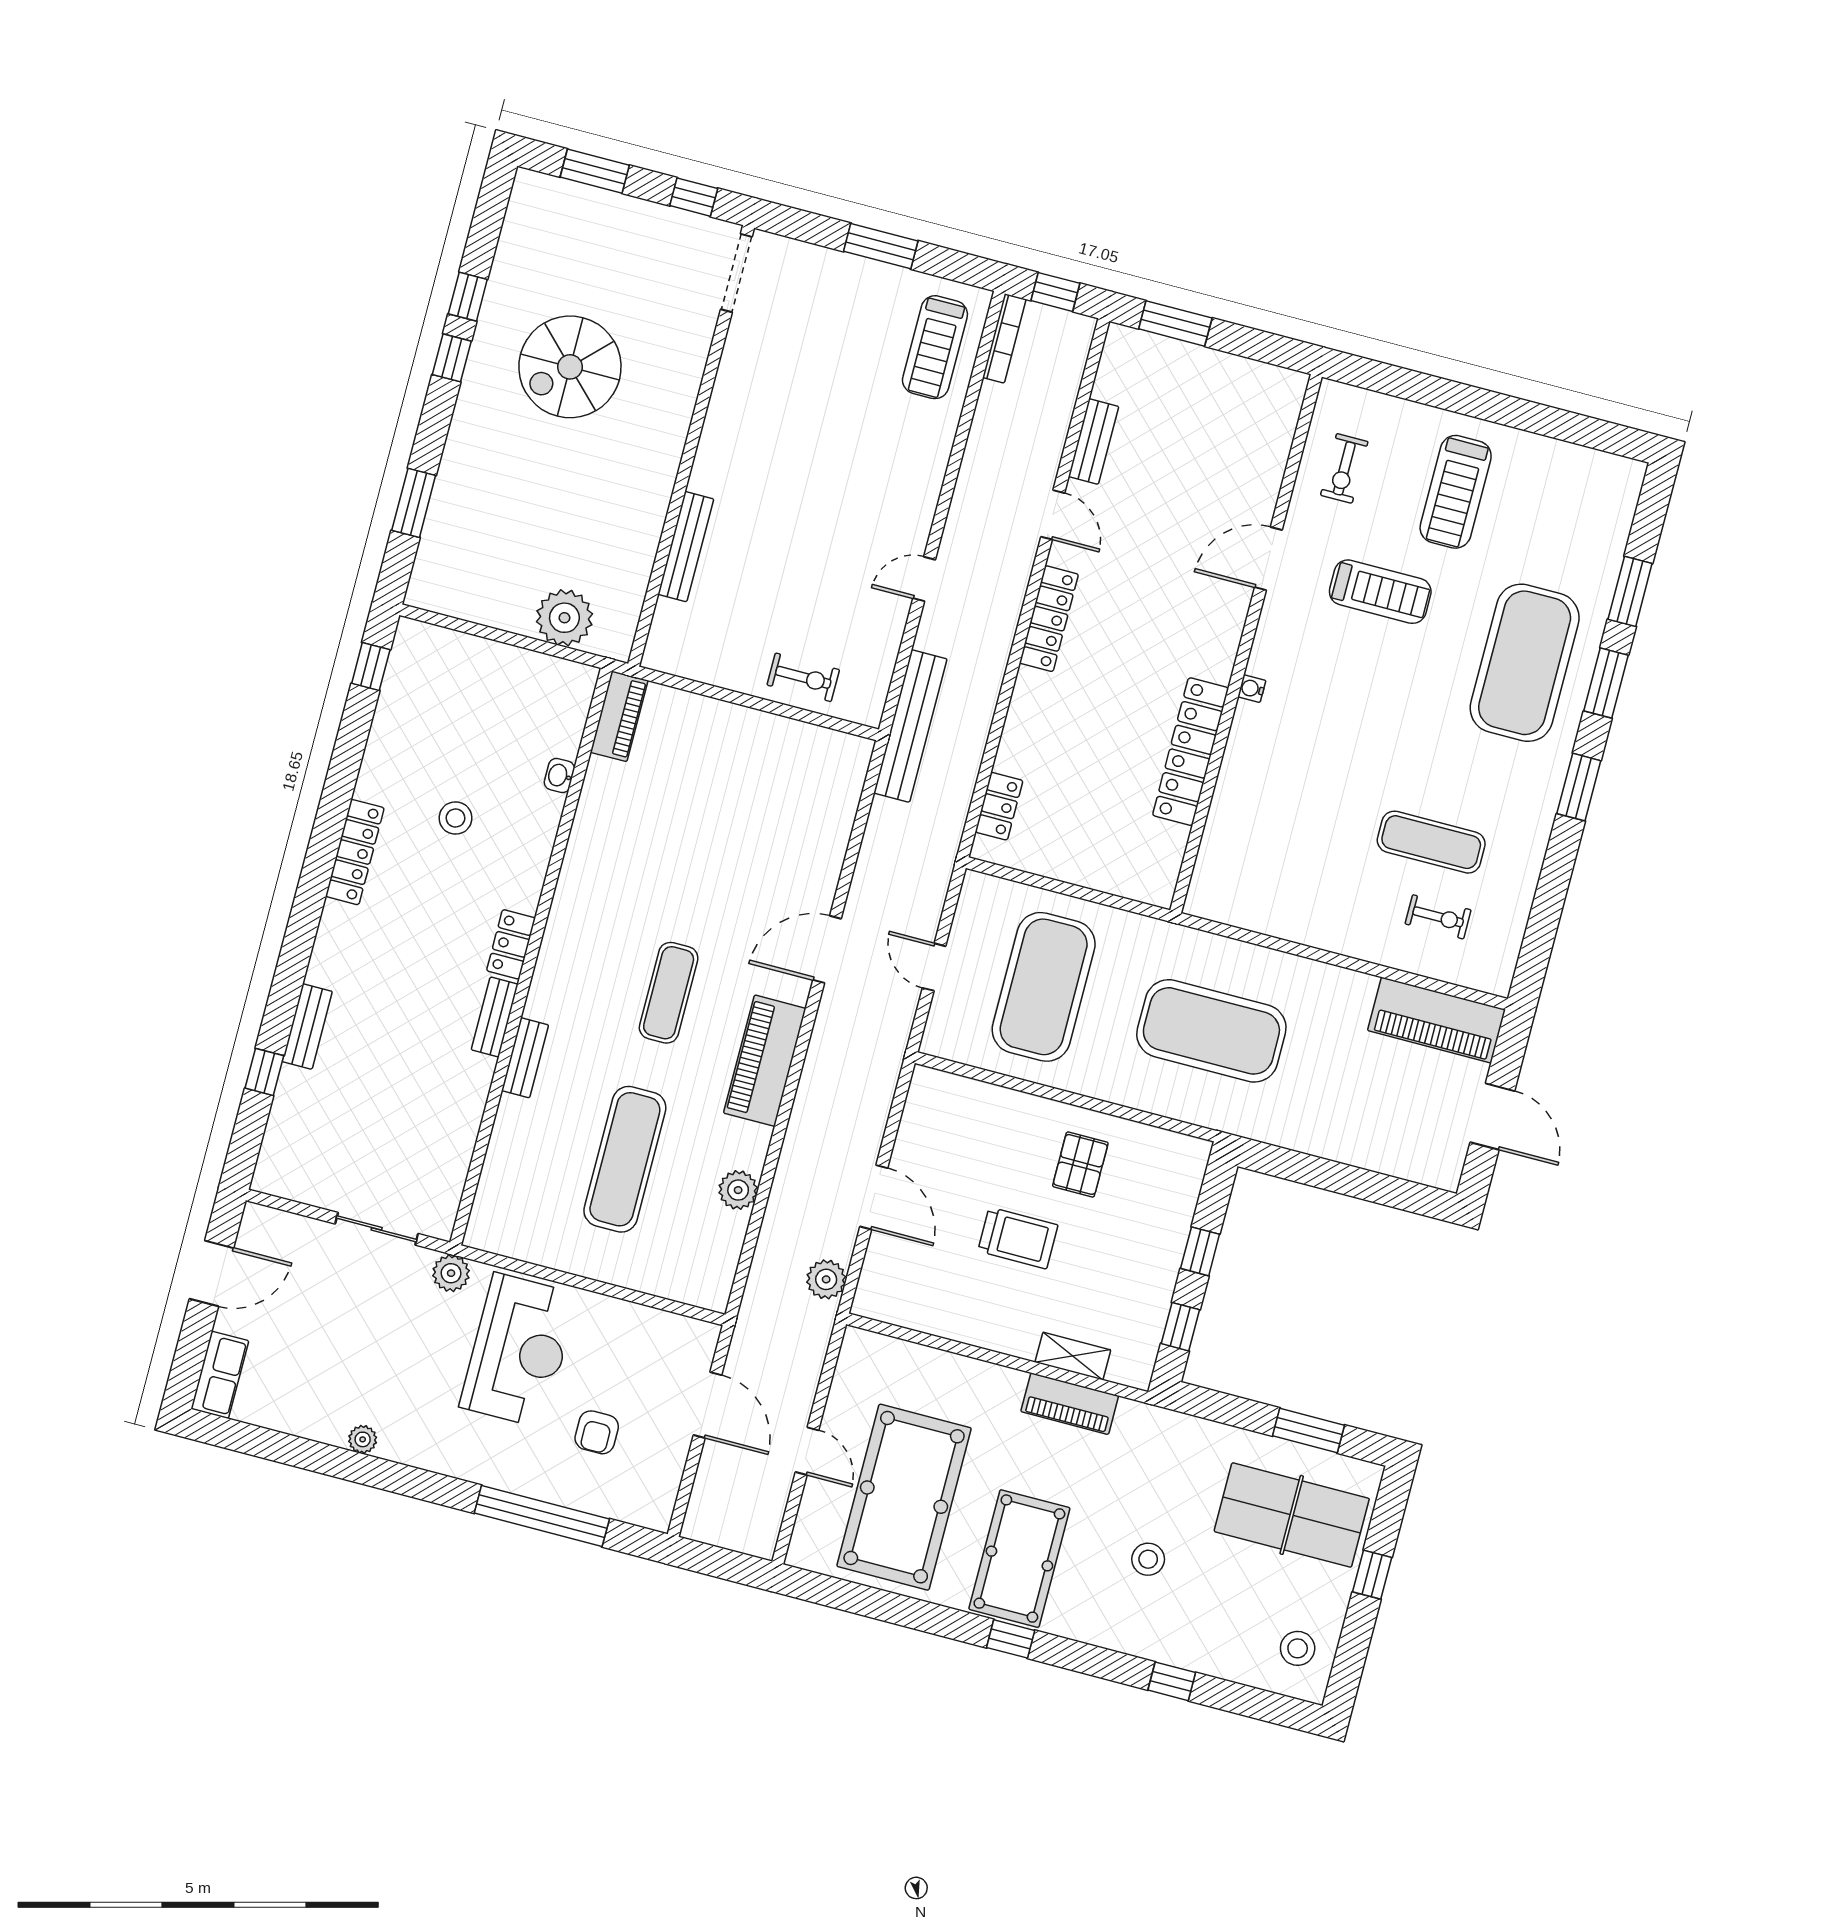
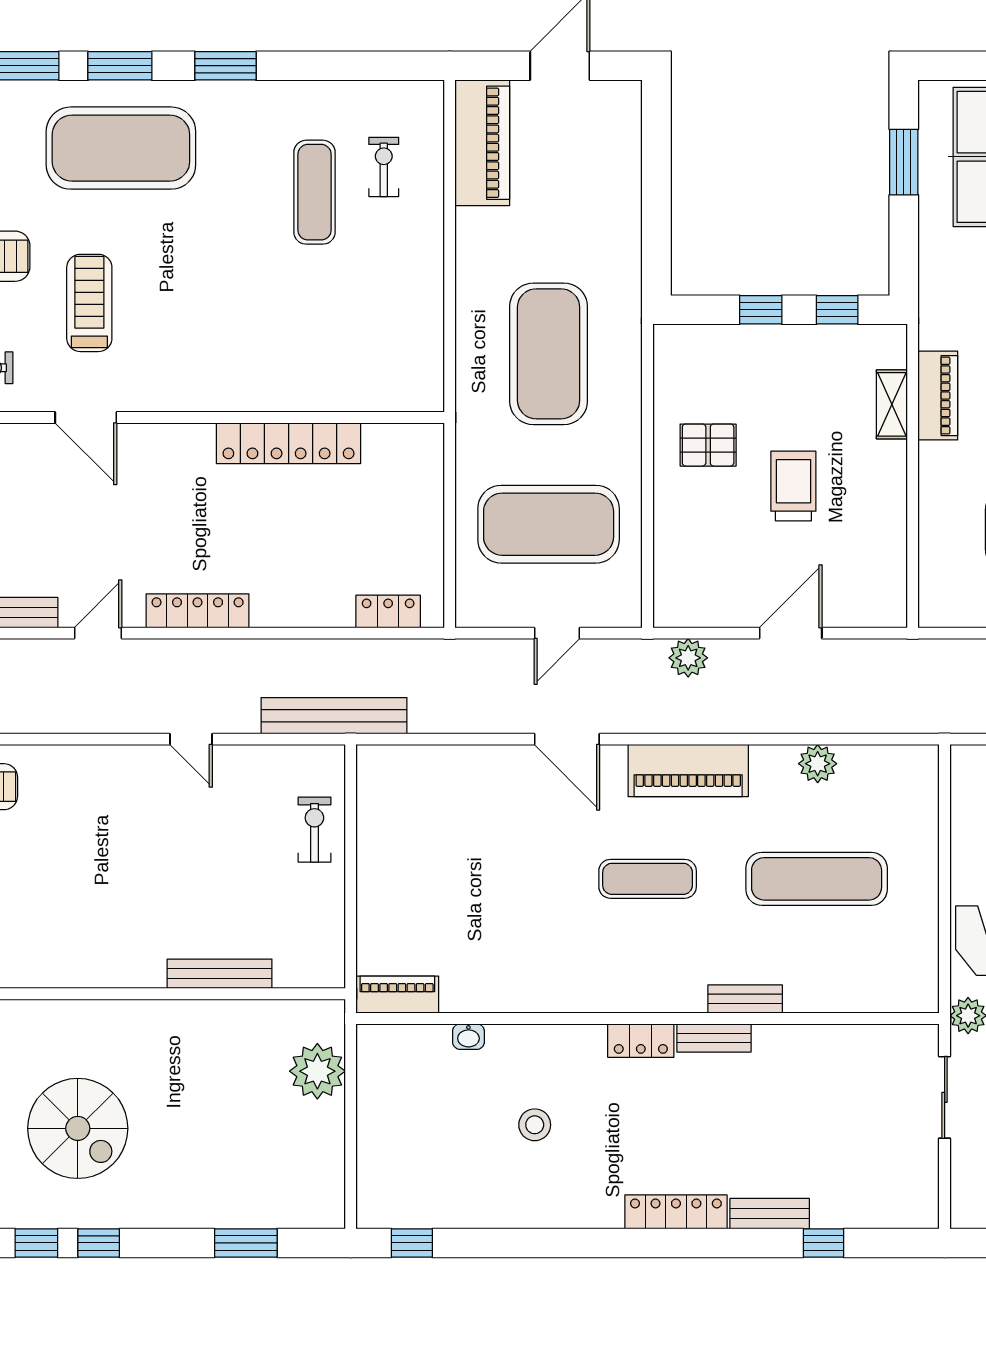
water cooler: (1252, 689) -> (213, 401), removed
locker: (355, 852) -> (676, 1212), moved
plant: (826, 1279) -> (688, 658), moved

